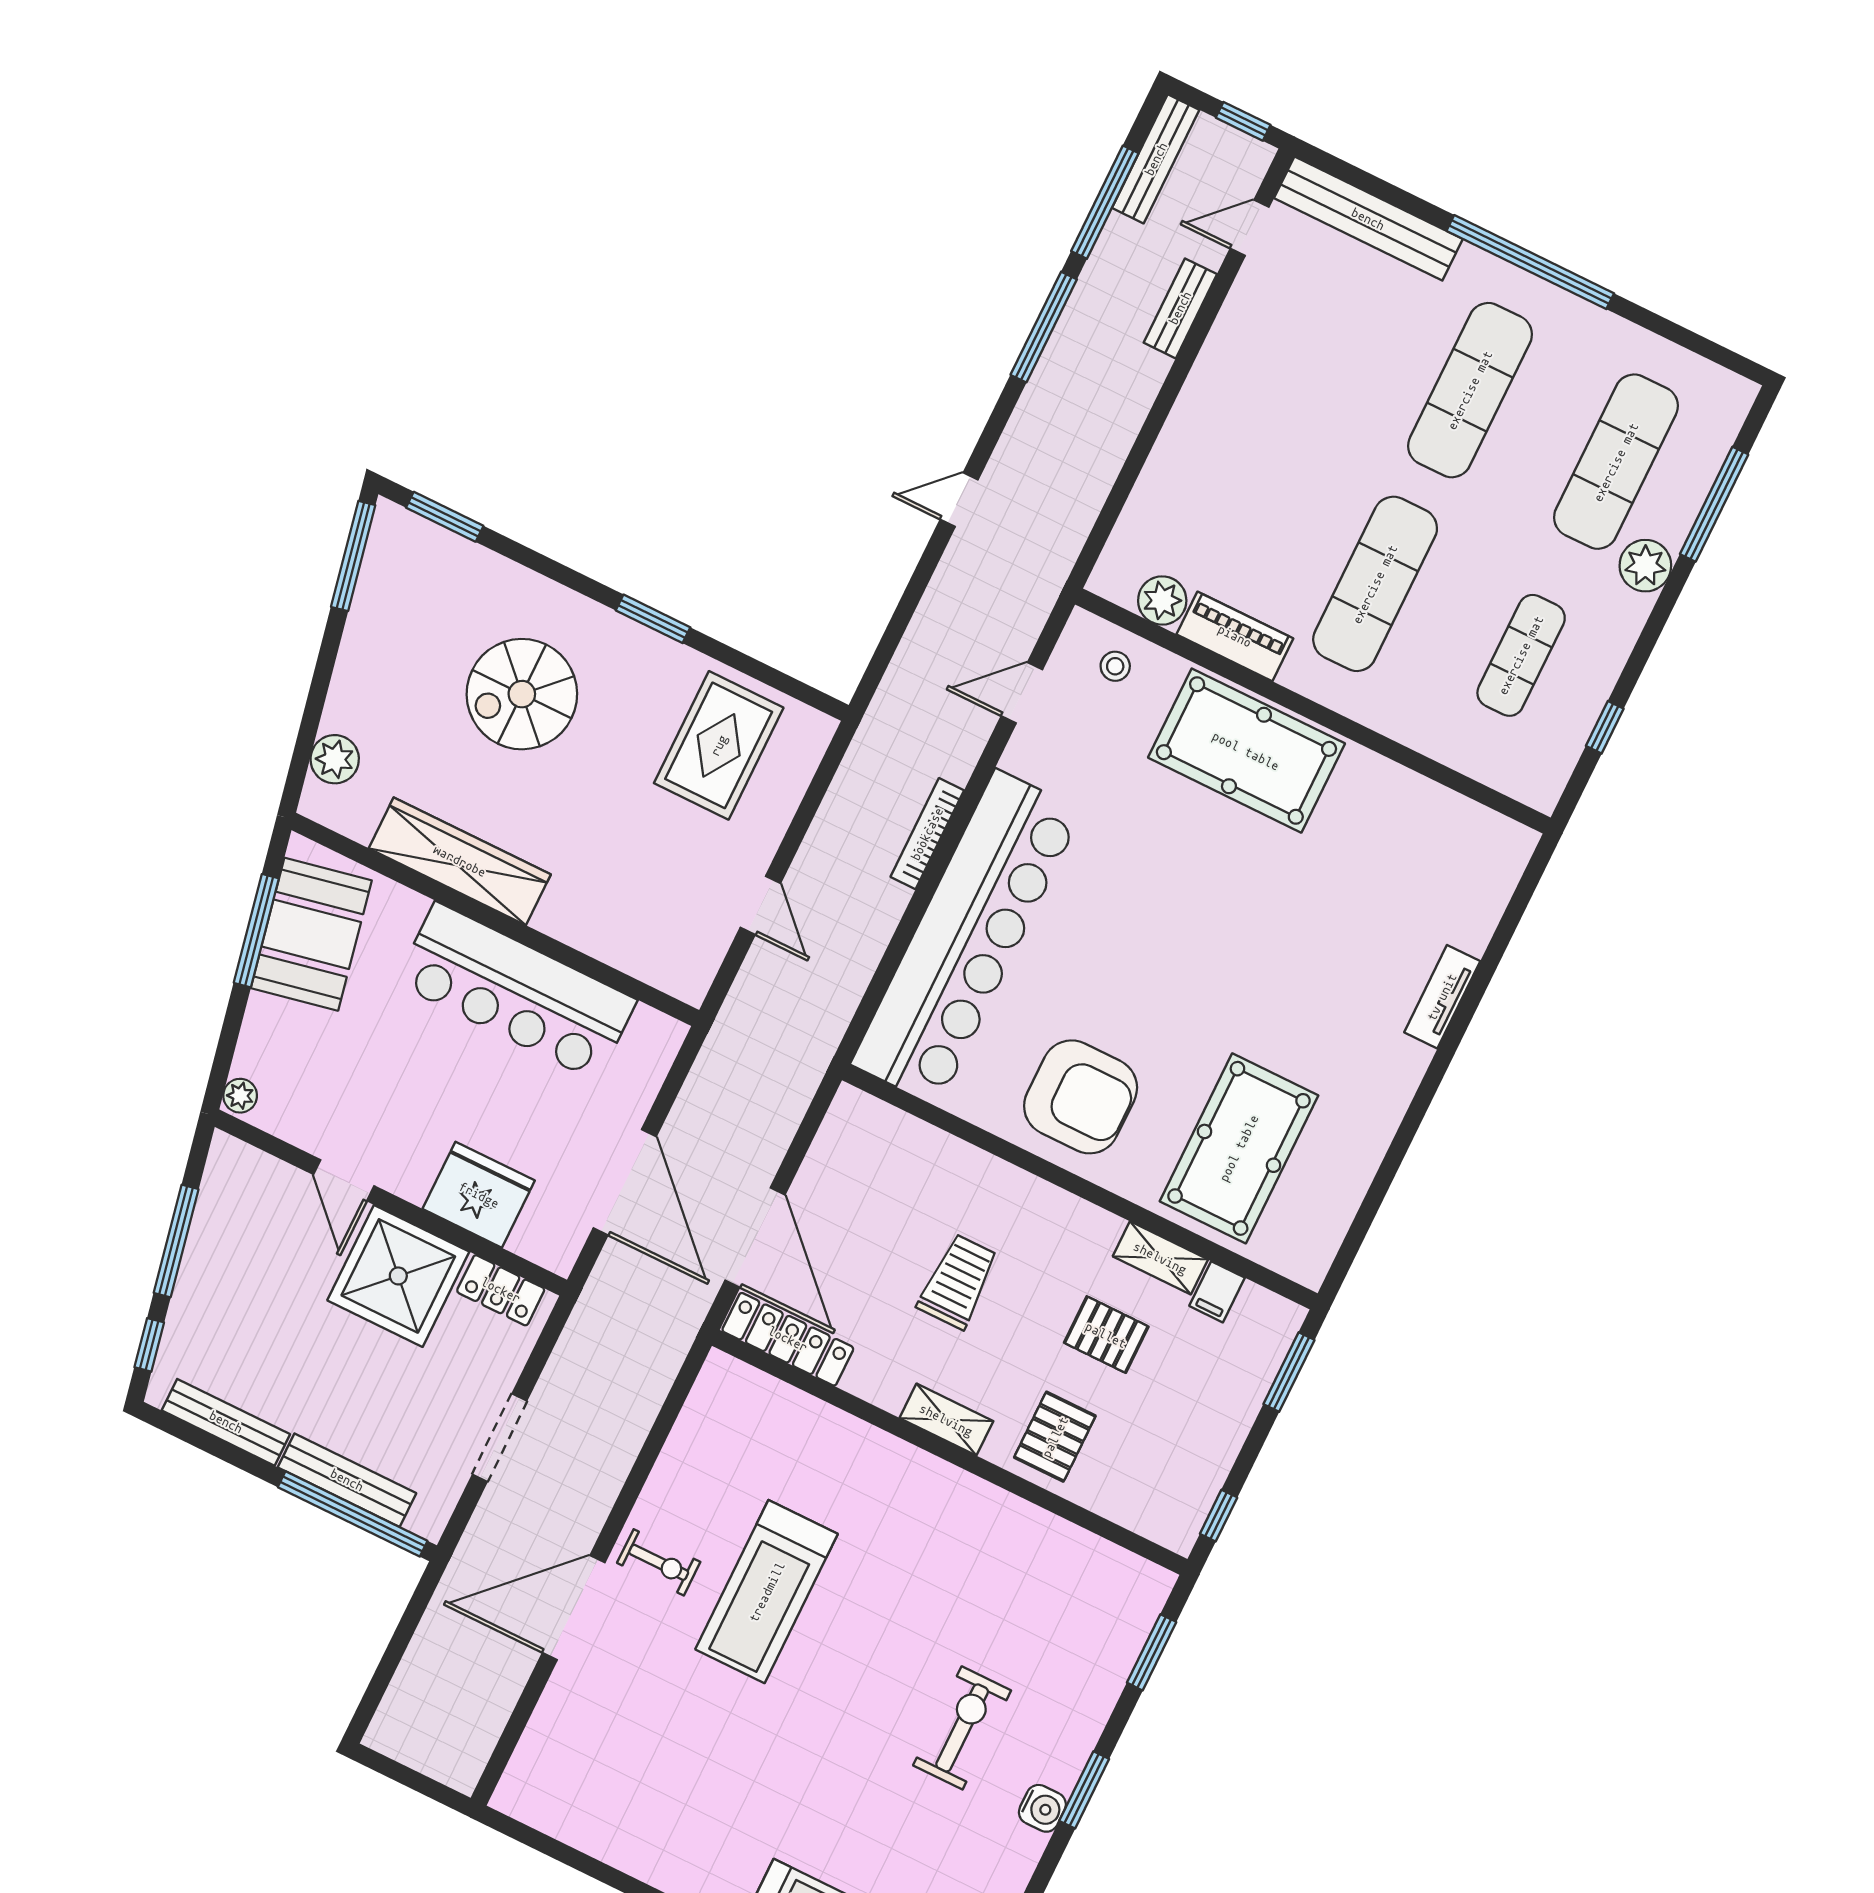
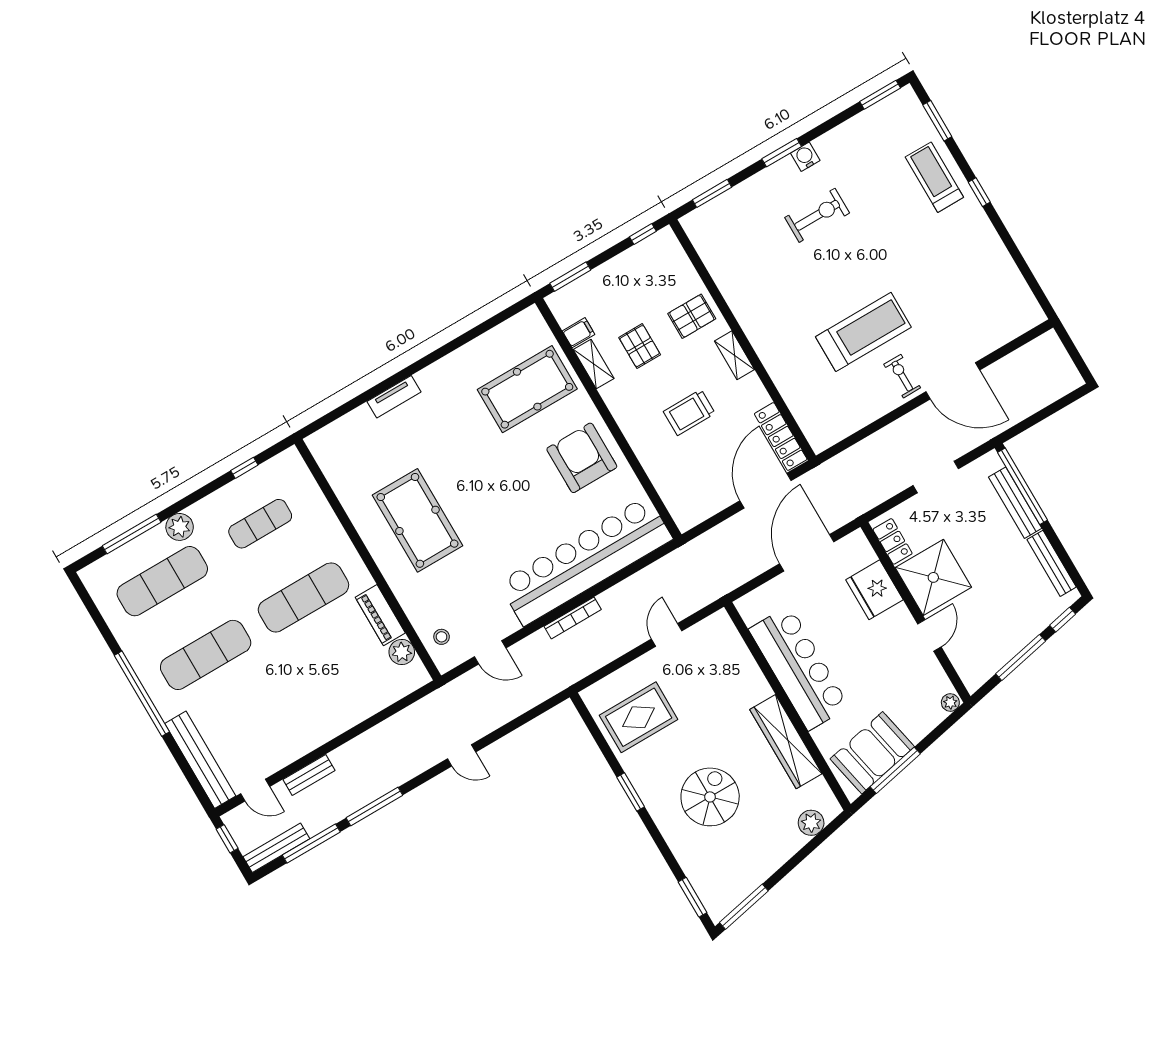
spiral stairs: (522, 694) -> (710, 797), turned -90
pool table: (1246, 751) -> (417, 520), moved
exercise bike: (962, 1728) -> (817, 215), turned 180

